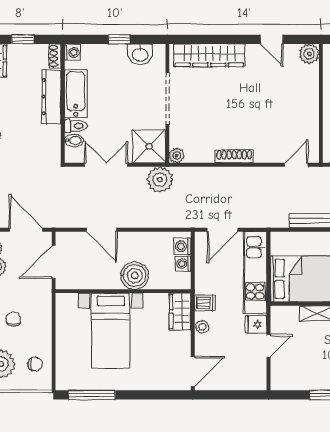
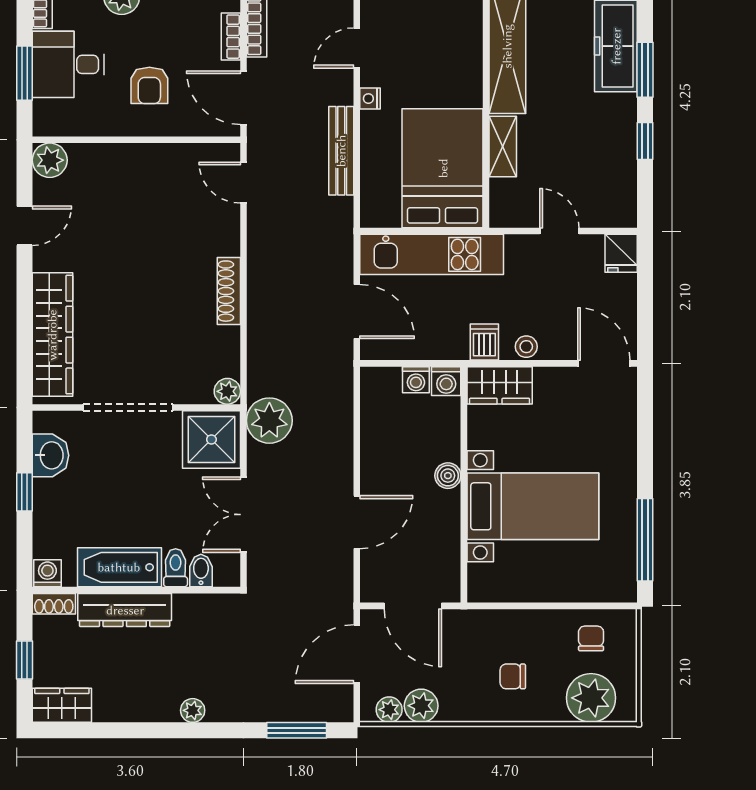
washing machine: (183, 246) -> (446, 381), moved
boiler: (135, 276) -> (448, 476), width x0.54, depth x0.54
fridge: (256, 324) -> (621, 253), moved

